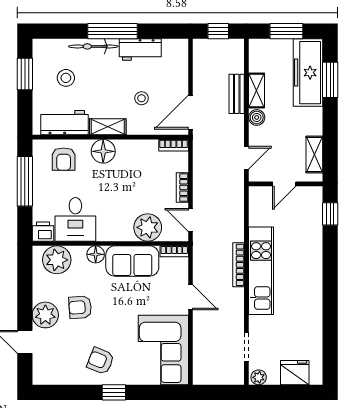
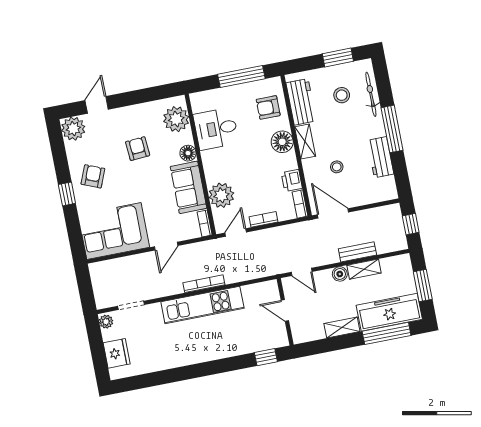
bicycle: (93, 46) -> (371, 94), moved
window: (330, 80) -> (387, 333), width x1.44
shelving: (314, 154) -> (342, 327), moved
printer: (43, 232) -> (292, 180), moved, turned 180
plant: (45, 315) -> (73, 129), moved

